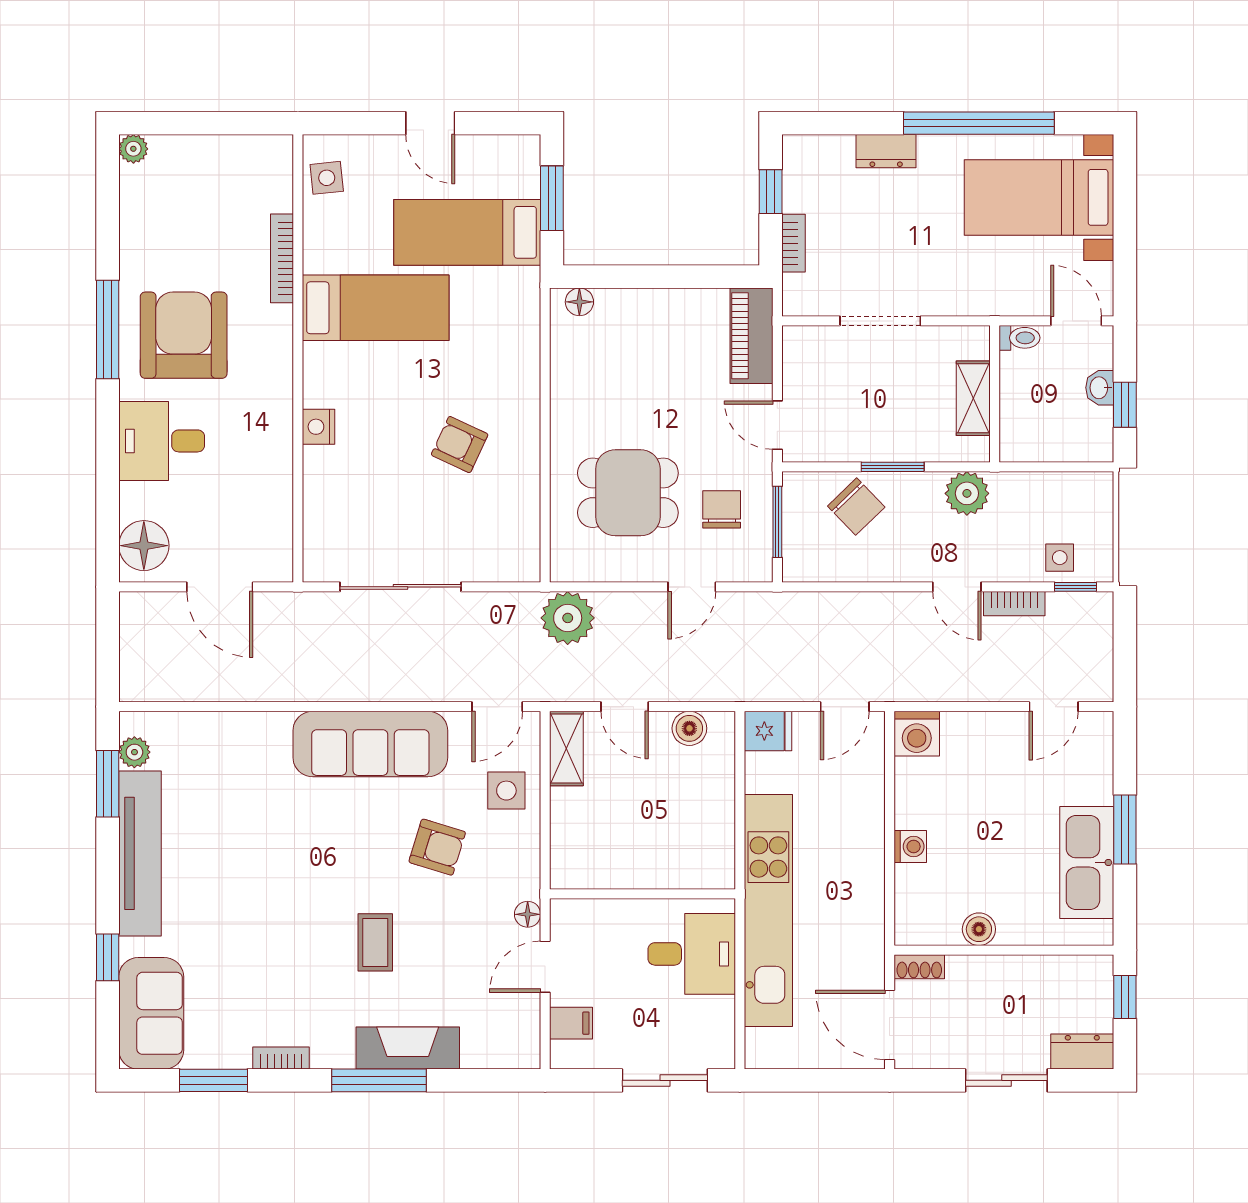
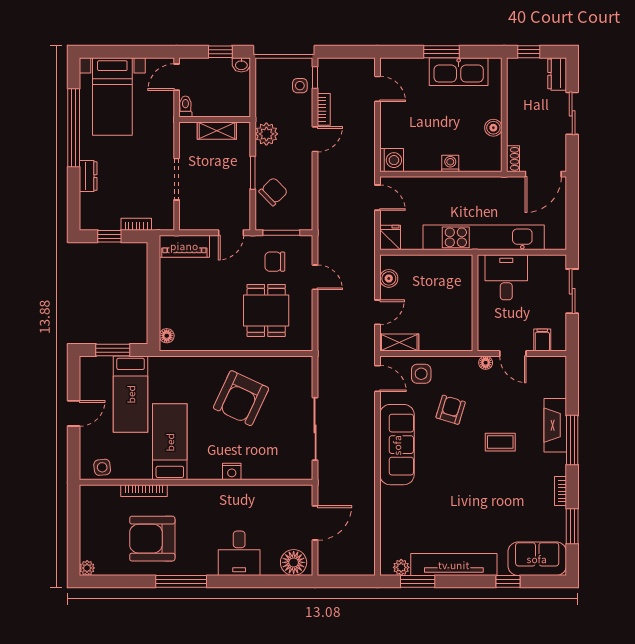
armchair: (184, 335) -> (152, 539), moved
washbasin: (1100, 388) -> (241, 65), moved
armchair: (460, 445) -> (241, 398), width x1.88, depth x1.88
plant: (568, 618) -> (331, 342), removed

